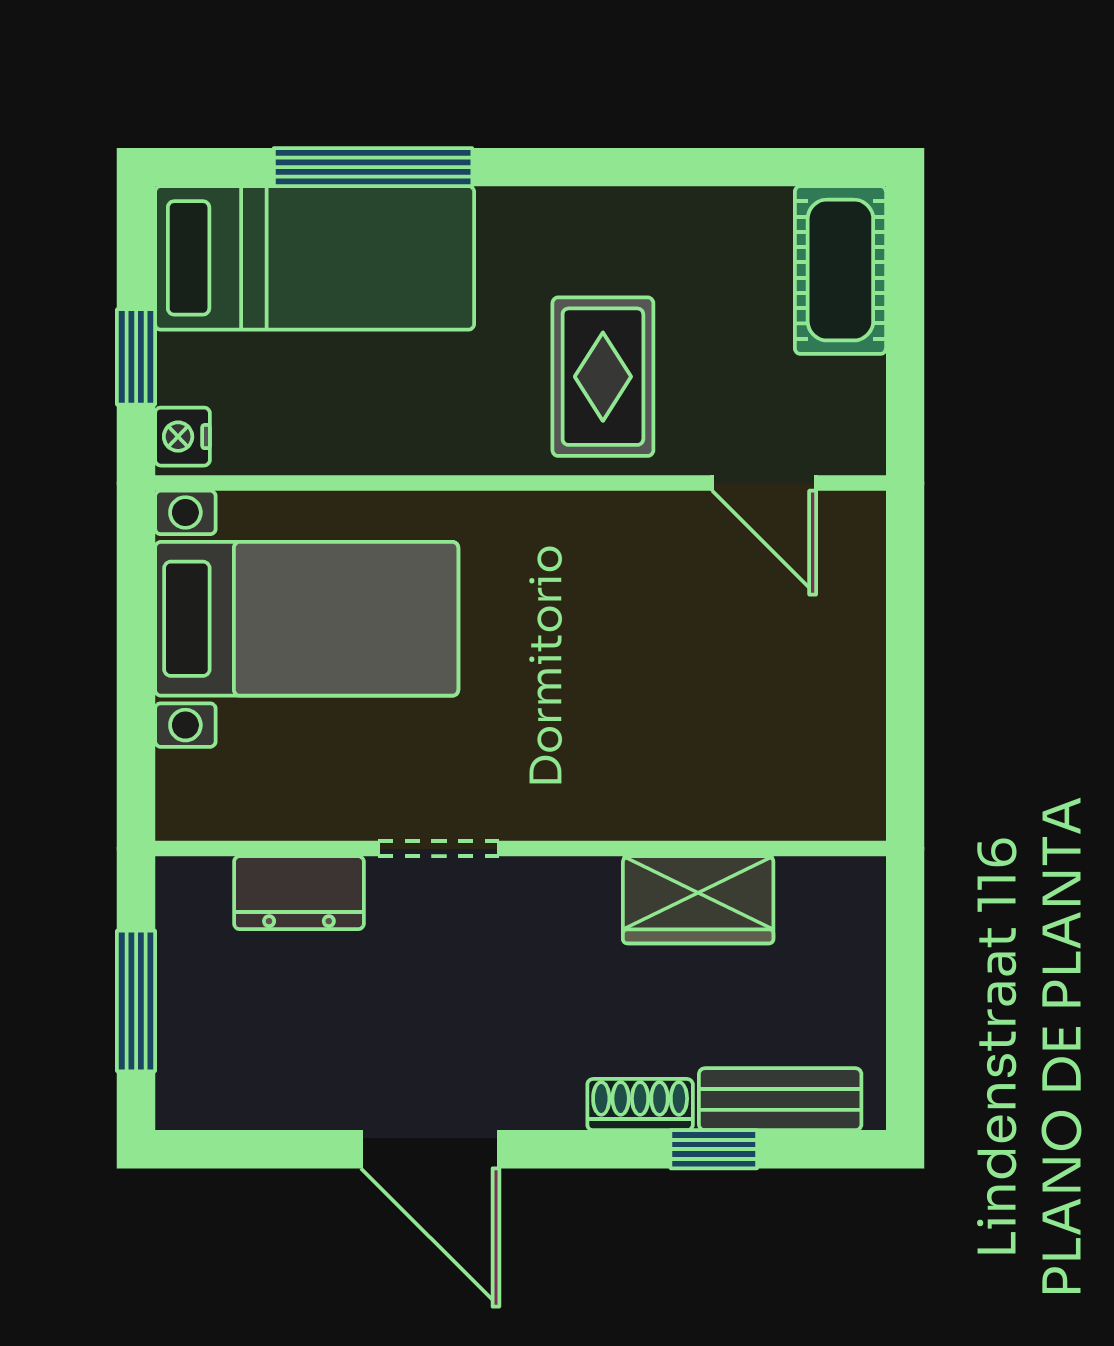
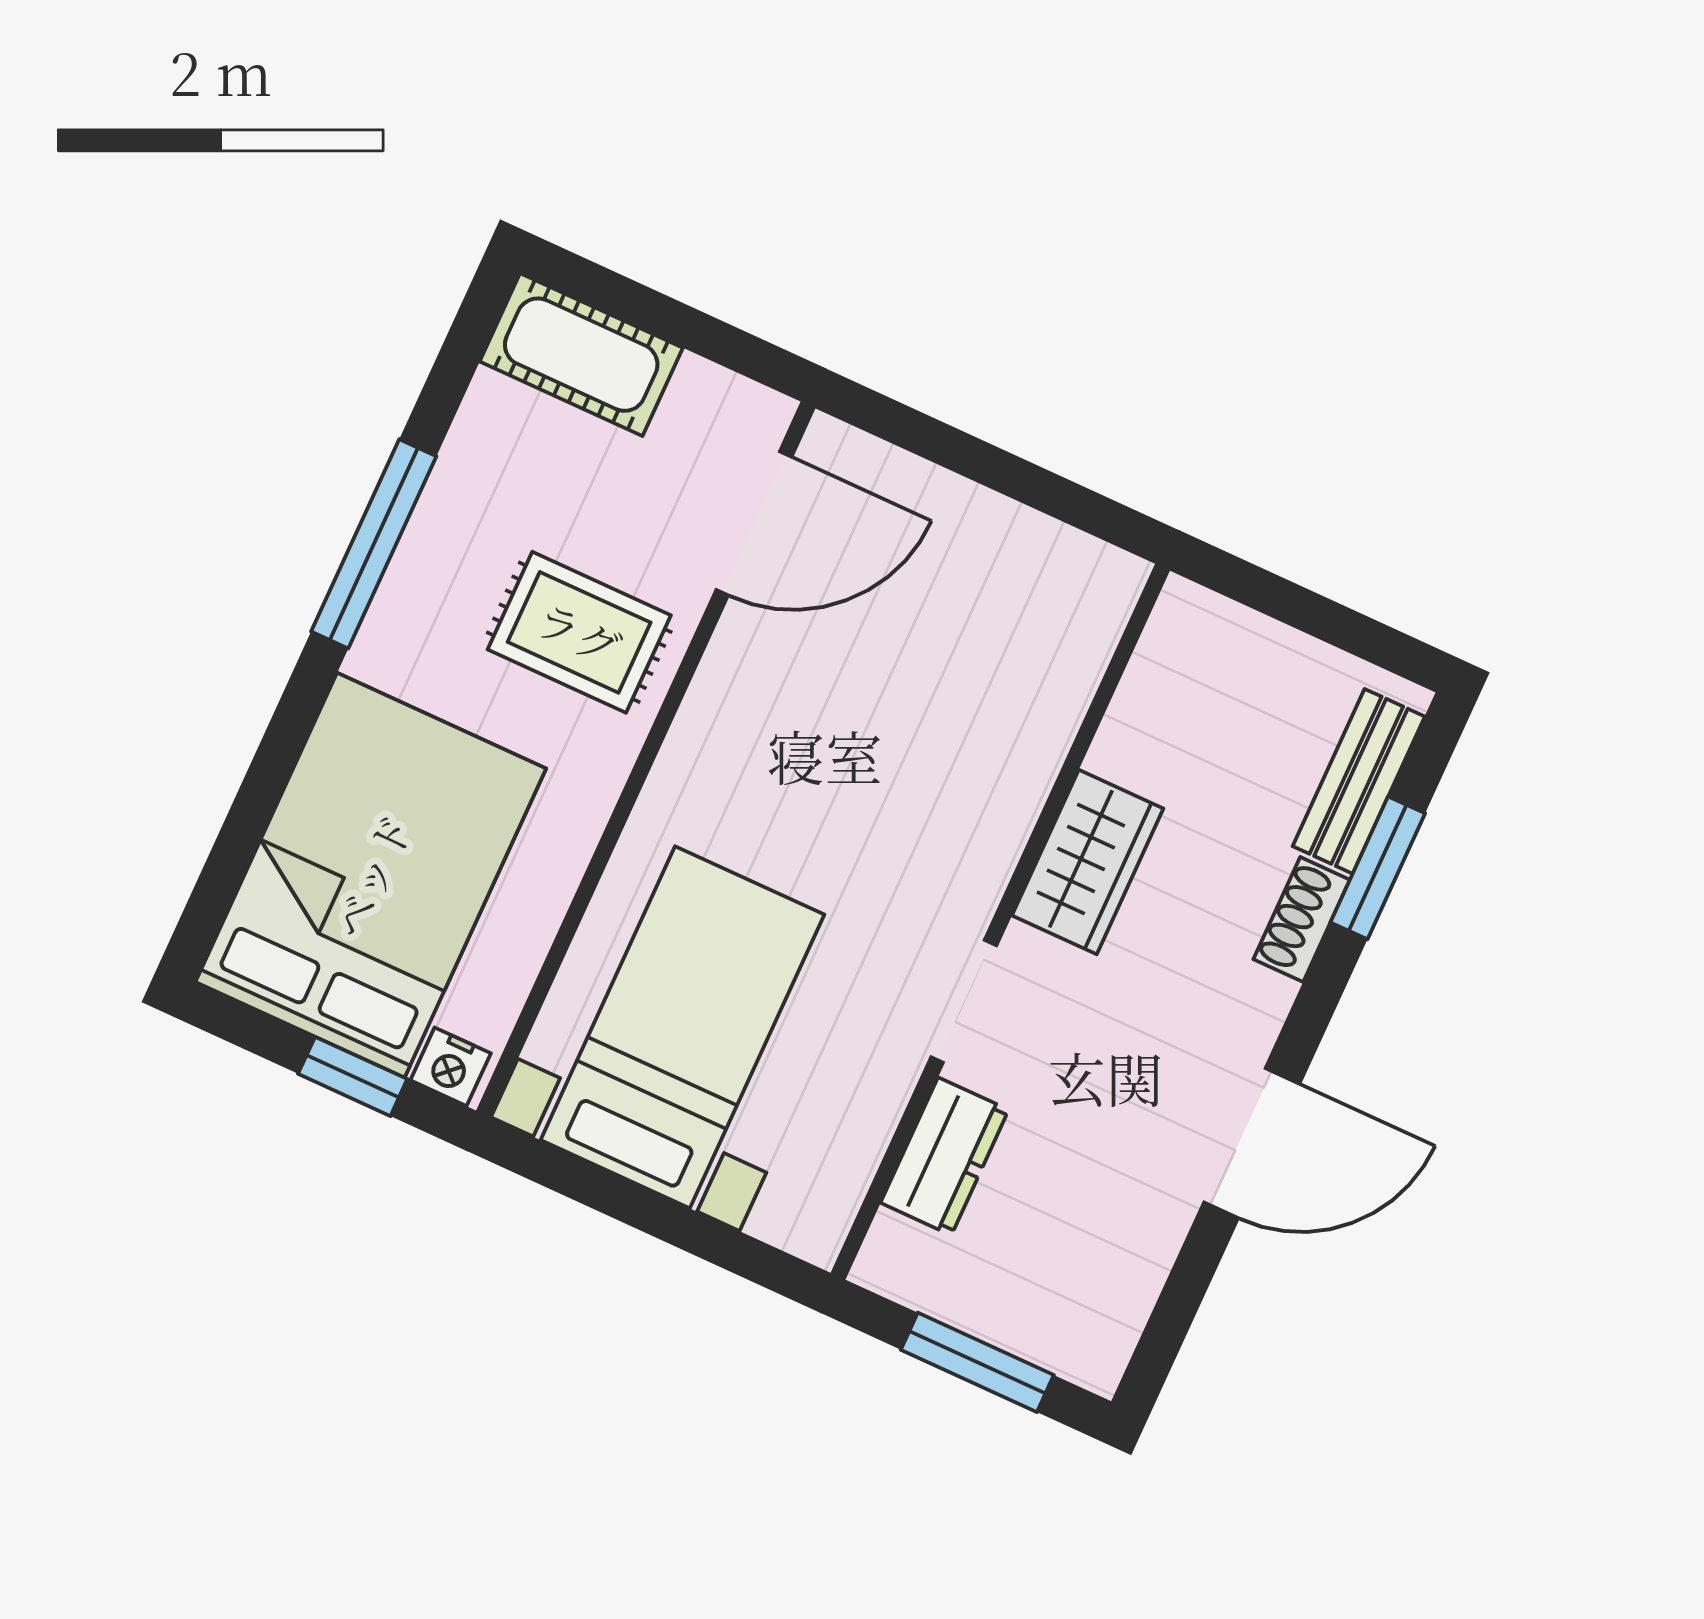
window: (373, 167) -> (374, 544), moved
bed: (315, 258) -> (371, 875), width x1.50
door: (764, 483) -> (754, 523), width x1.38
wardrobe: (698, 900) -> (1088, 862), moved
window: (714, 1149) -> (1378, 868), width x1.50

